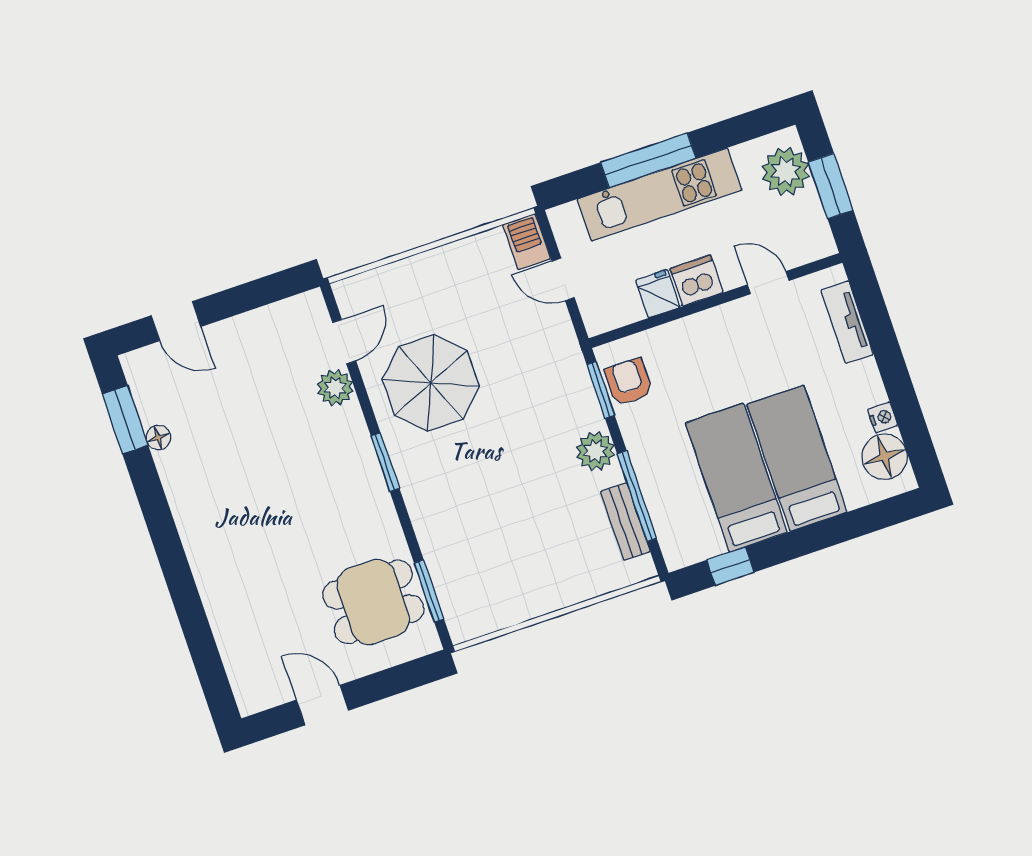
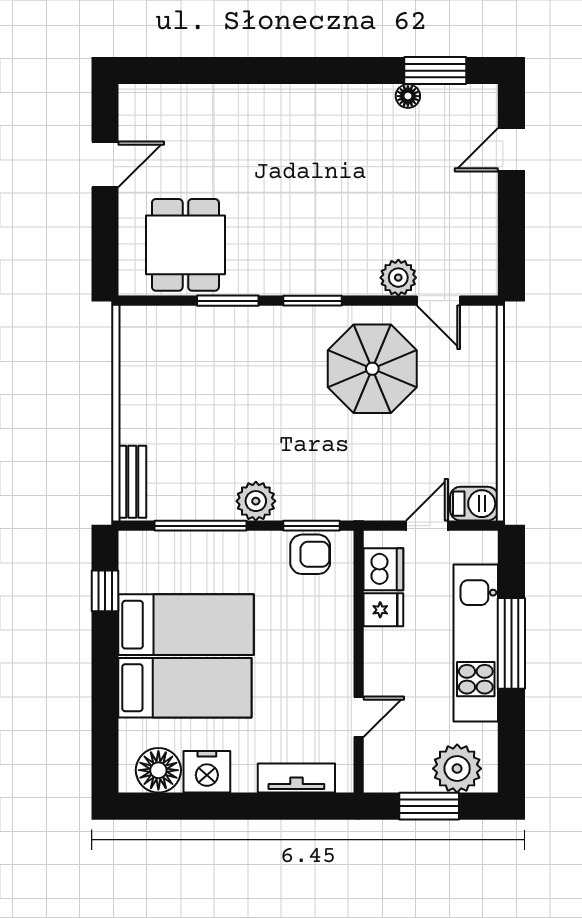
dishwasher: (696, 281) -> (383, 569), moved
nightstand: (883, 417) -> (207, 772), width x1.89, depth x1.79
bench: (625, 521) -> (132, 482), moved, turned 90
window: (429, 591) -> (228, 301), moved

